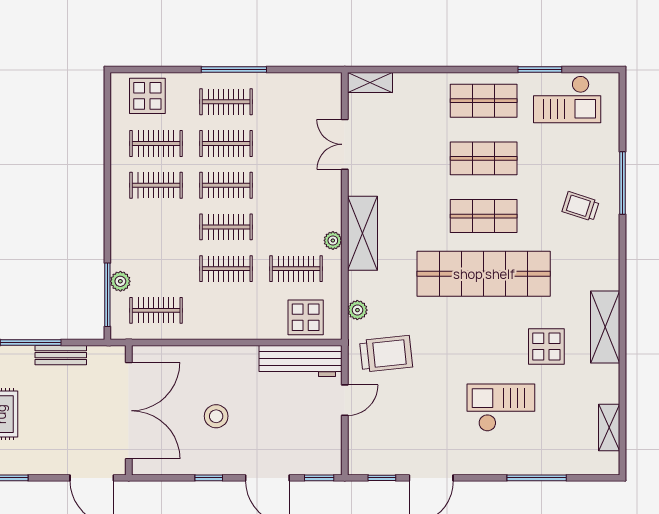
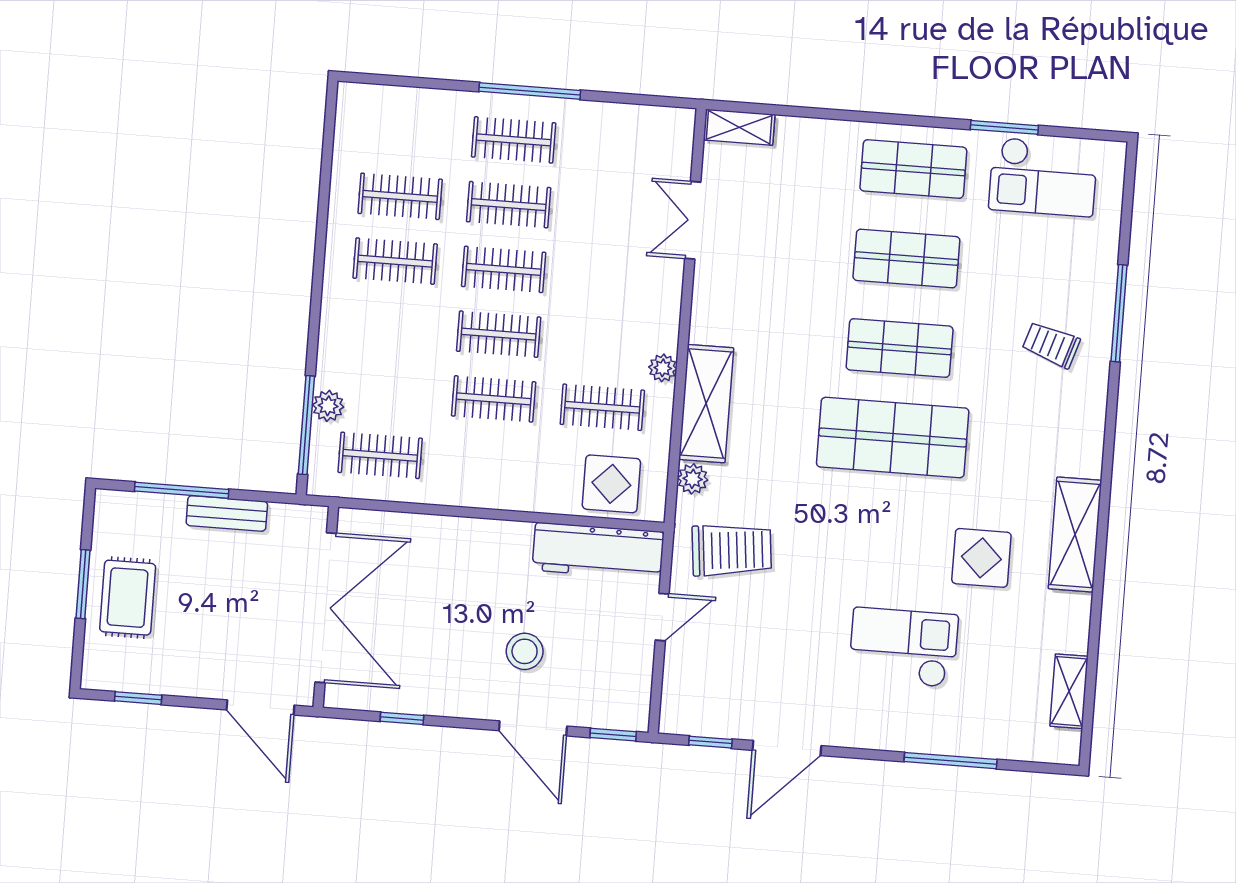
display table: (147, 96) -> (392, 121), removed
shelving: (362, 233) -> (706, 404), moved
shop shelf: (484, 274) -> (893, 438), width x0.71
stool: (216, 416) -> (525, 651), moved
window: (209, 478) -> (402, 718), moved

